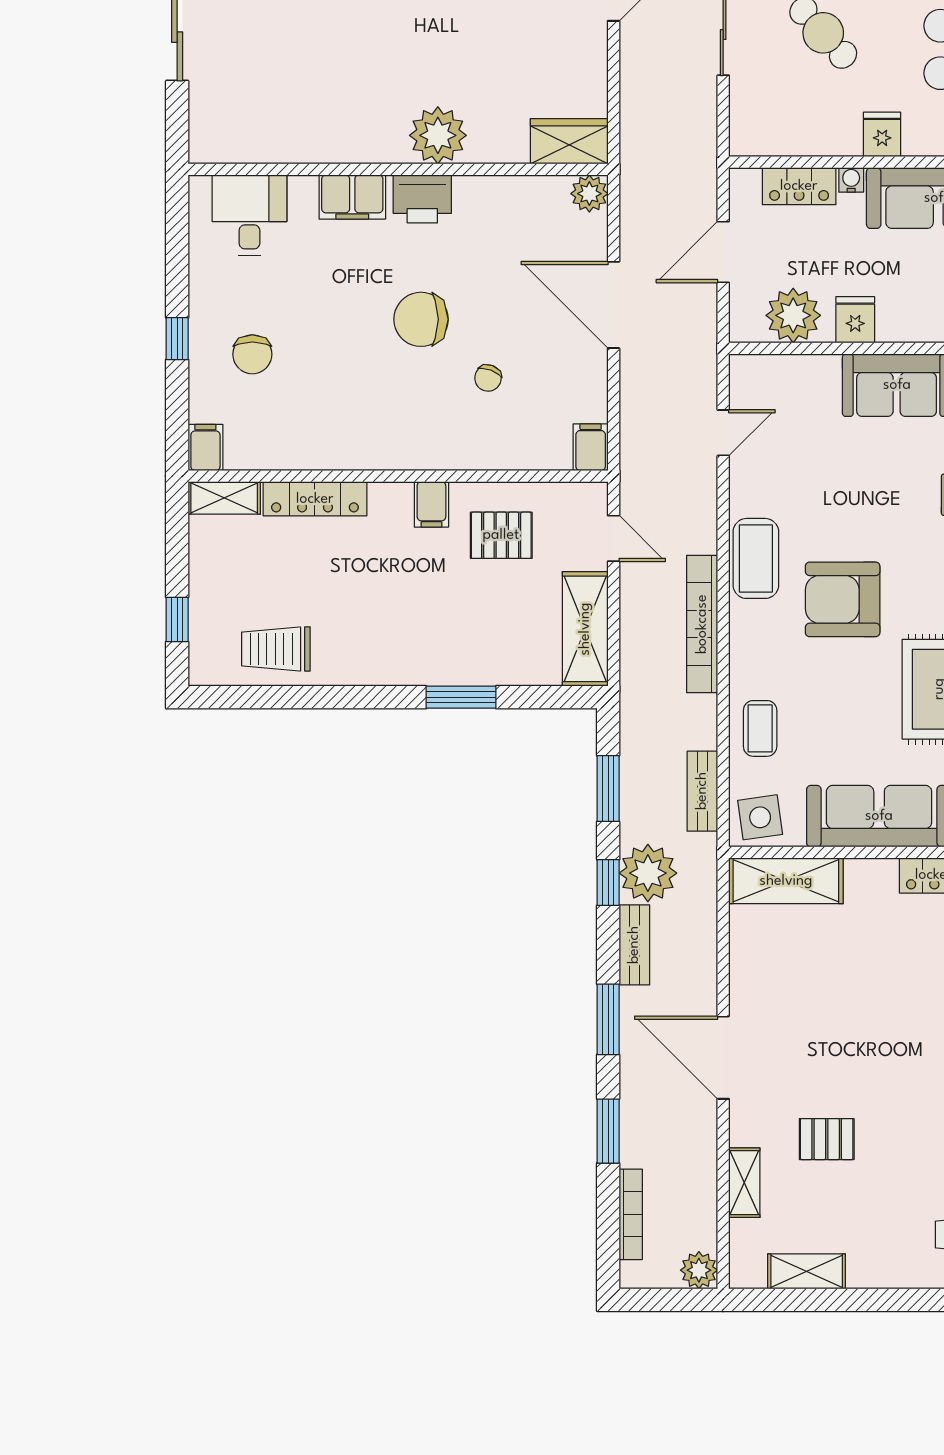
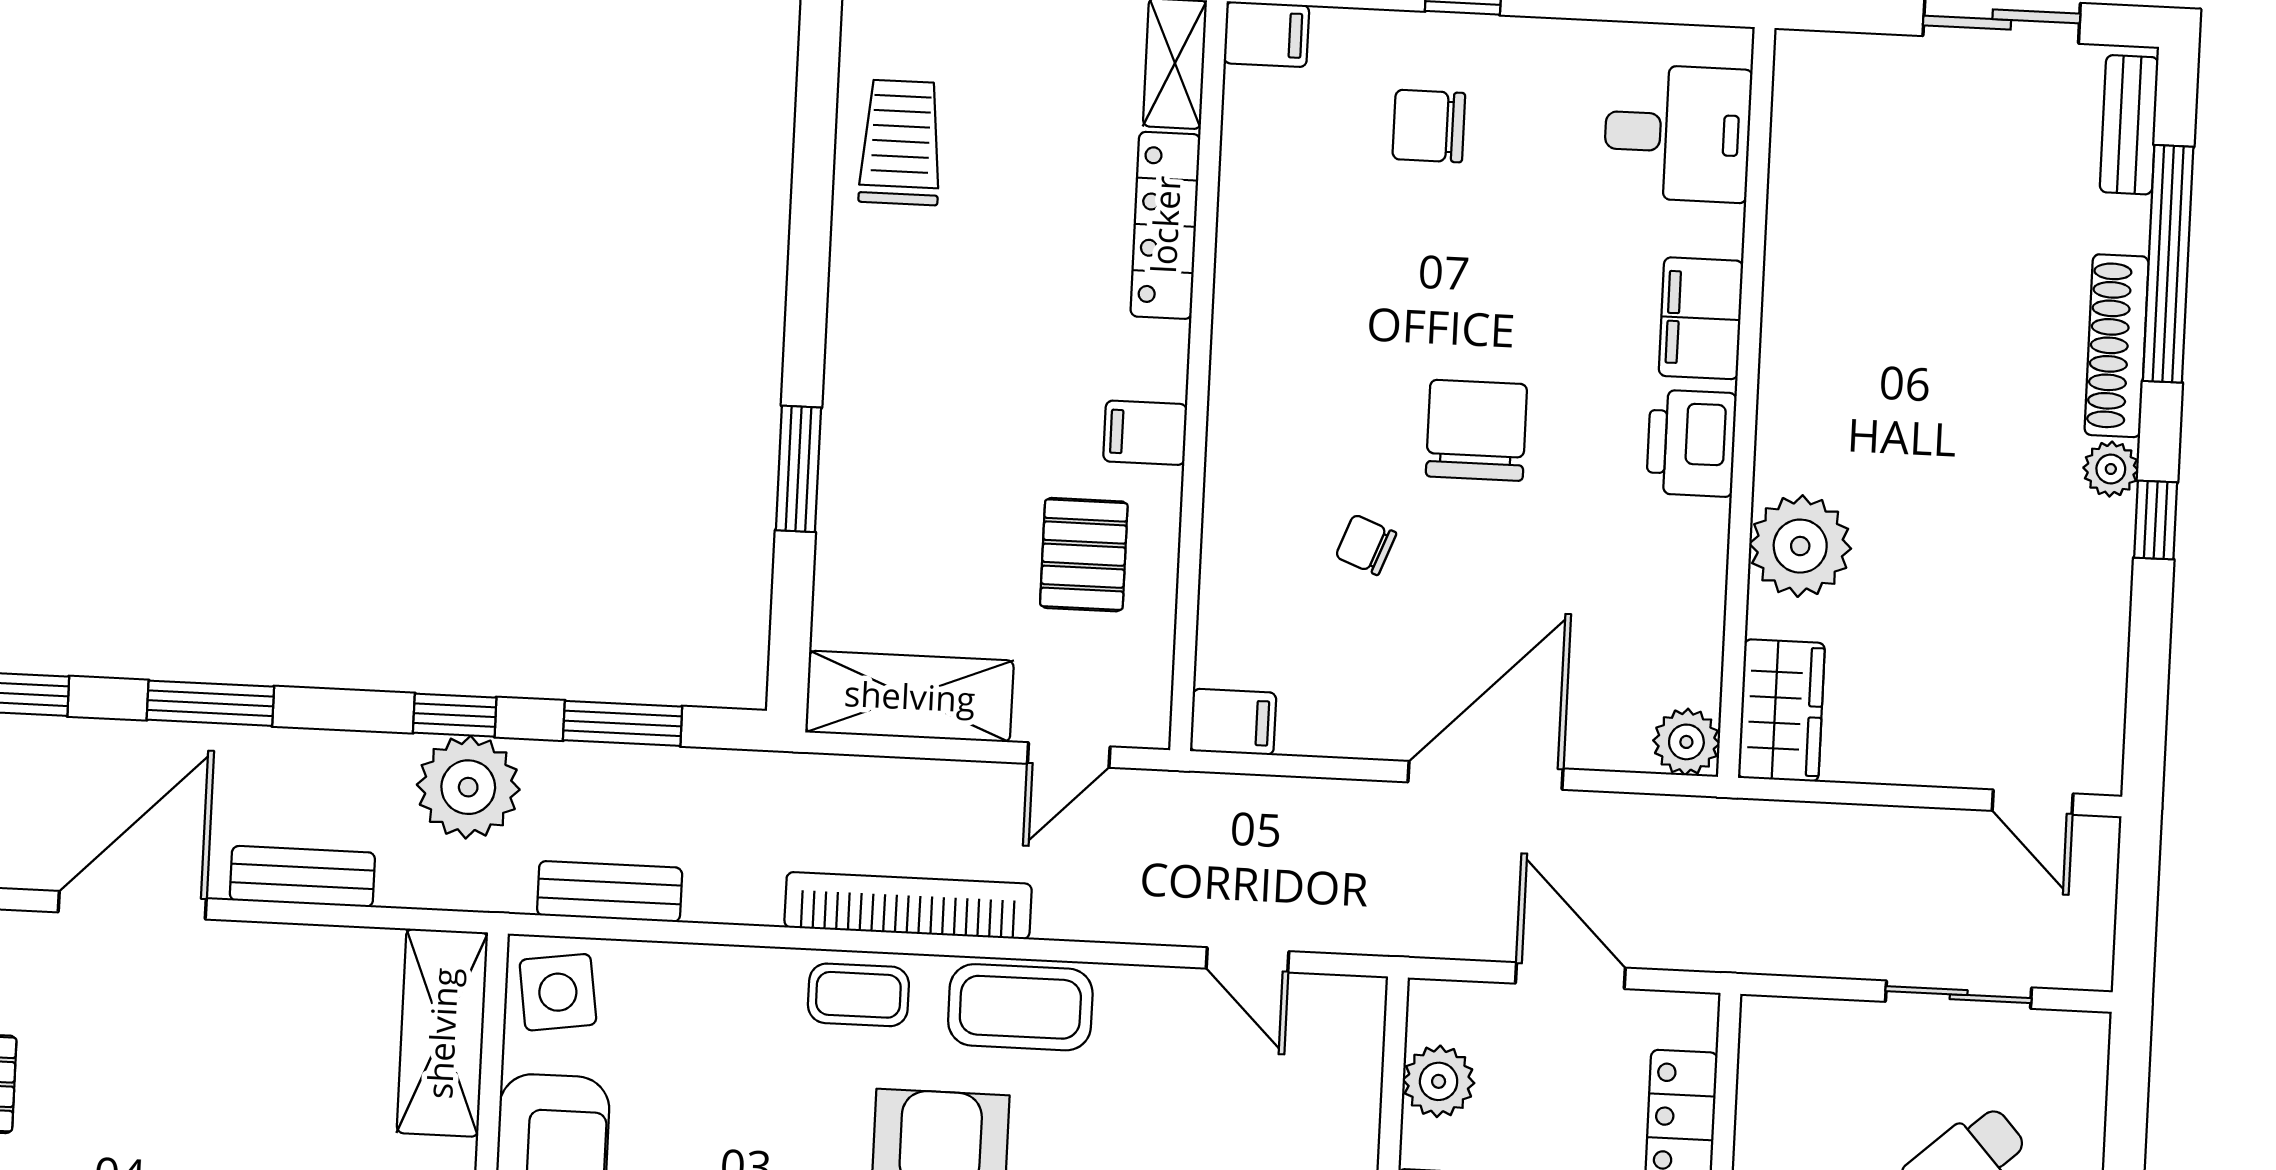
plant: (438, 135) -> (1800, 546), moved
plant: (793, 315) -> (1439, 1081), width x0.73, depth x0.73
coffee table: (760, 728) -> (858, 995), moved
bench: (634, 945) -> (302, 876), moved

